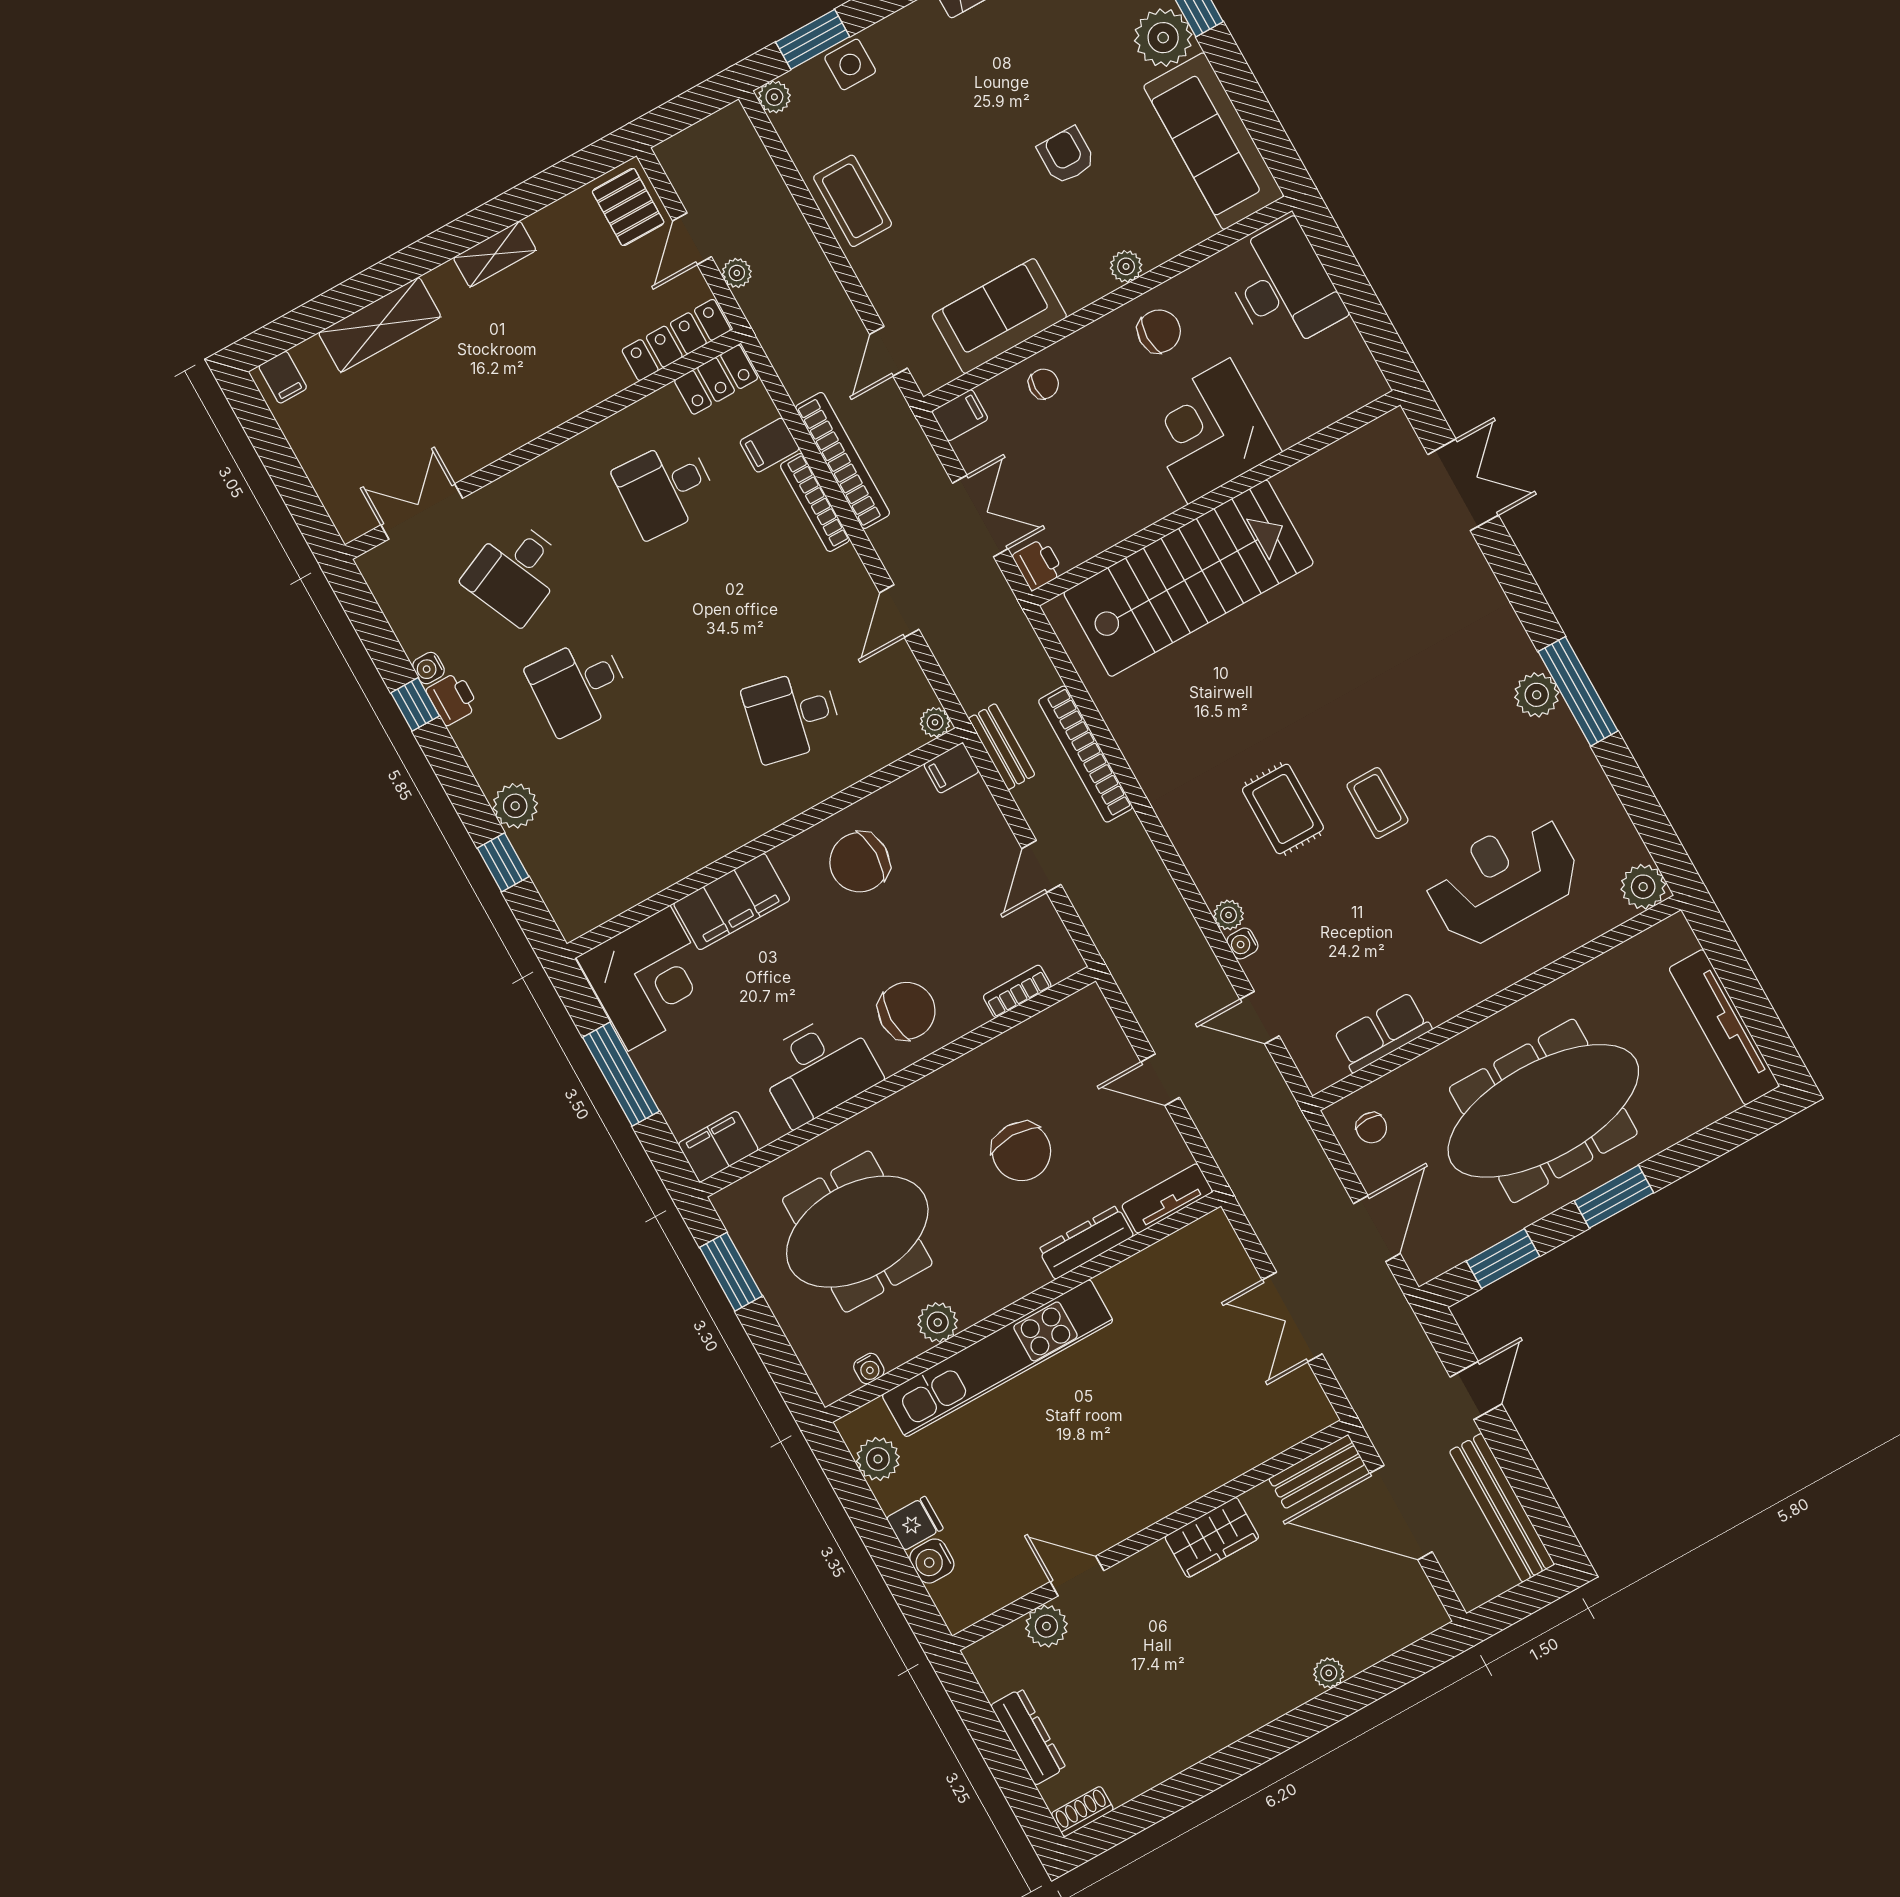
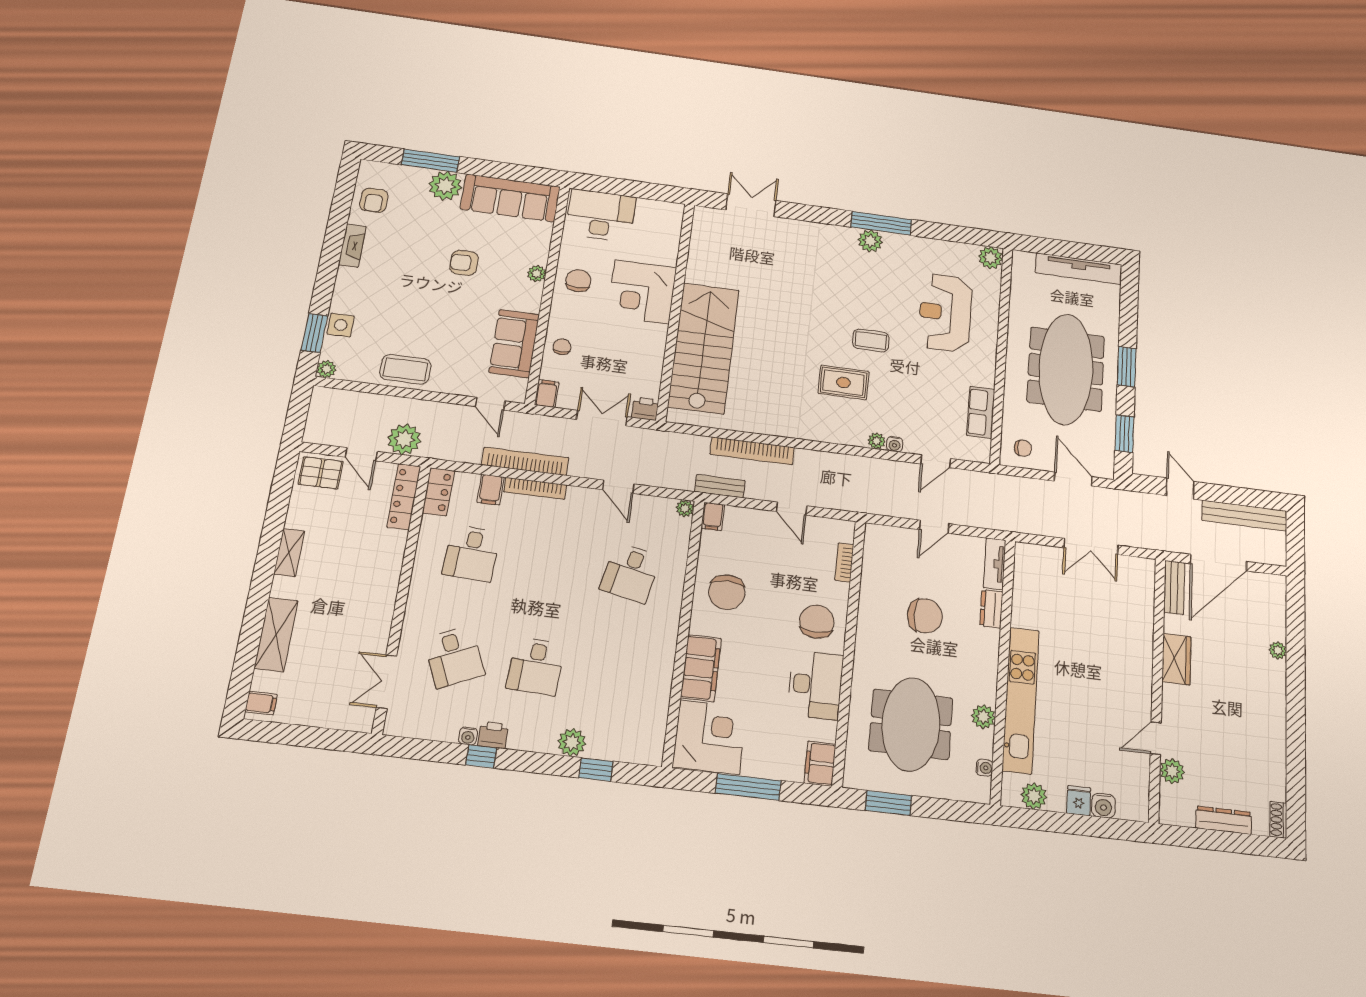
plant: (737, 273) -> (404, 439), width x1.87, depth x1.87
dresser: (1086, 1242) -> (991, 609), width x0.70

